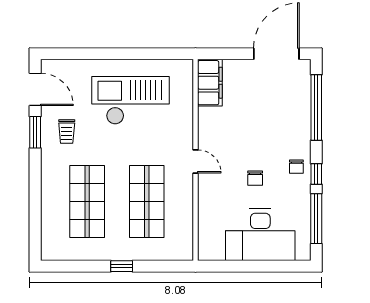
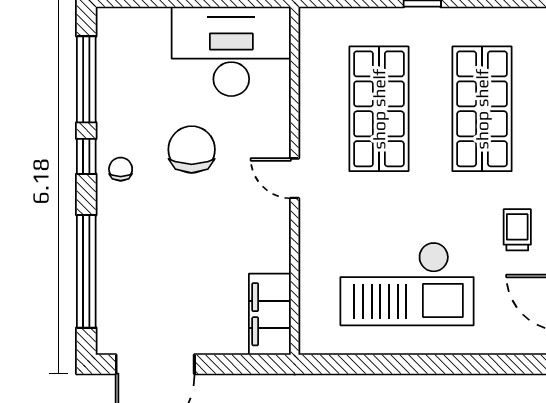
chair: (255, 178) -> (192, 149), width x1.87, depth x1.87
desk: (260, 235) -> (231, 51), moved

